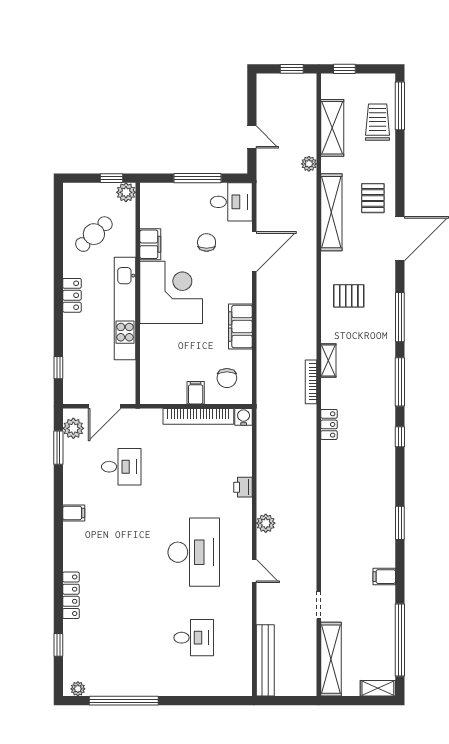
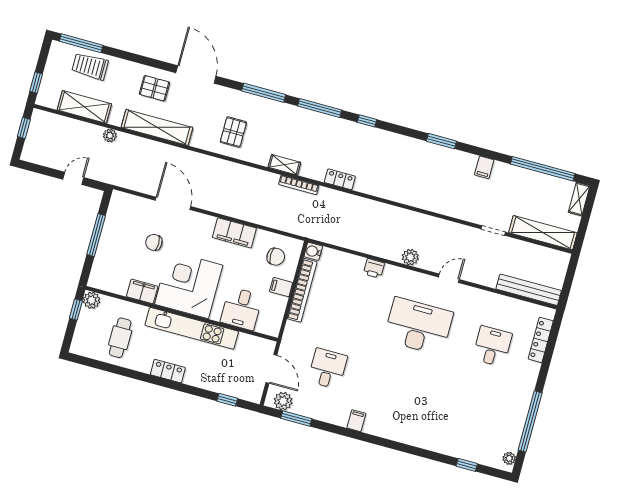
desk: (231, 202) -> (241, 309), moved, turned 180
cafe table: (94, 234) -> (120, 338), turned 43
locker: (71, 595) -> (541, 340), moved, turned -90

